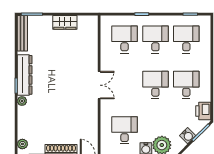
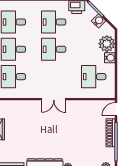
double door: (99, 85) -> (54, 99), swing flipped

